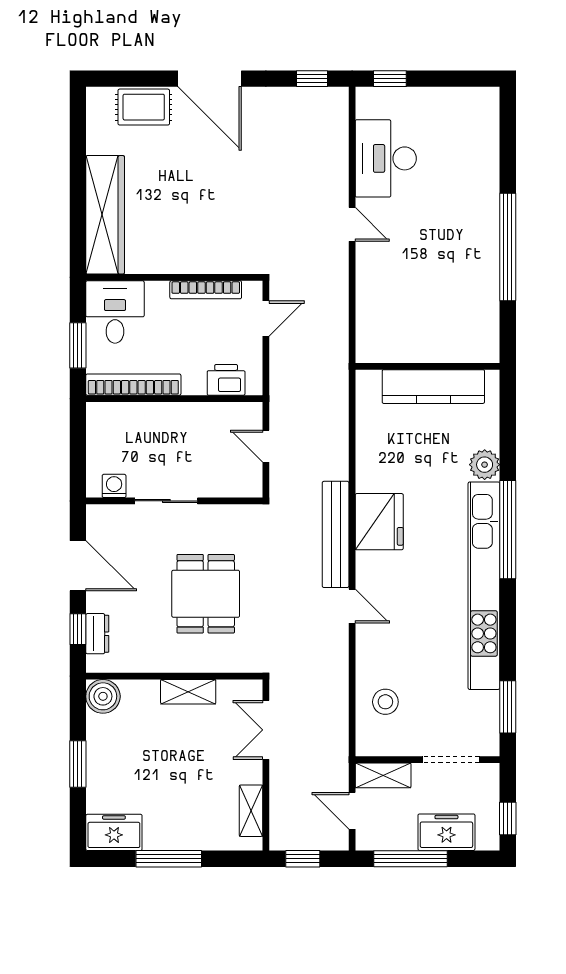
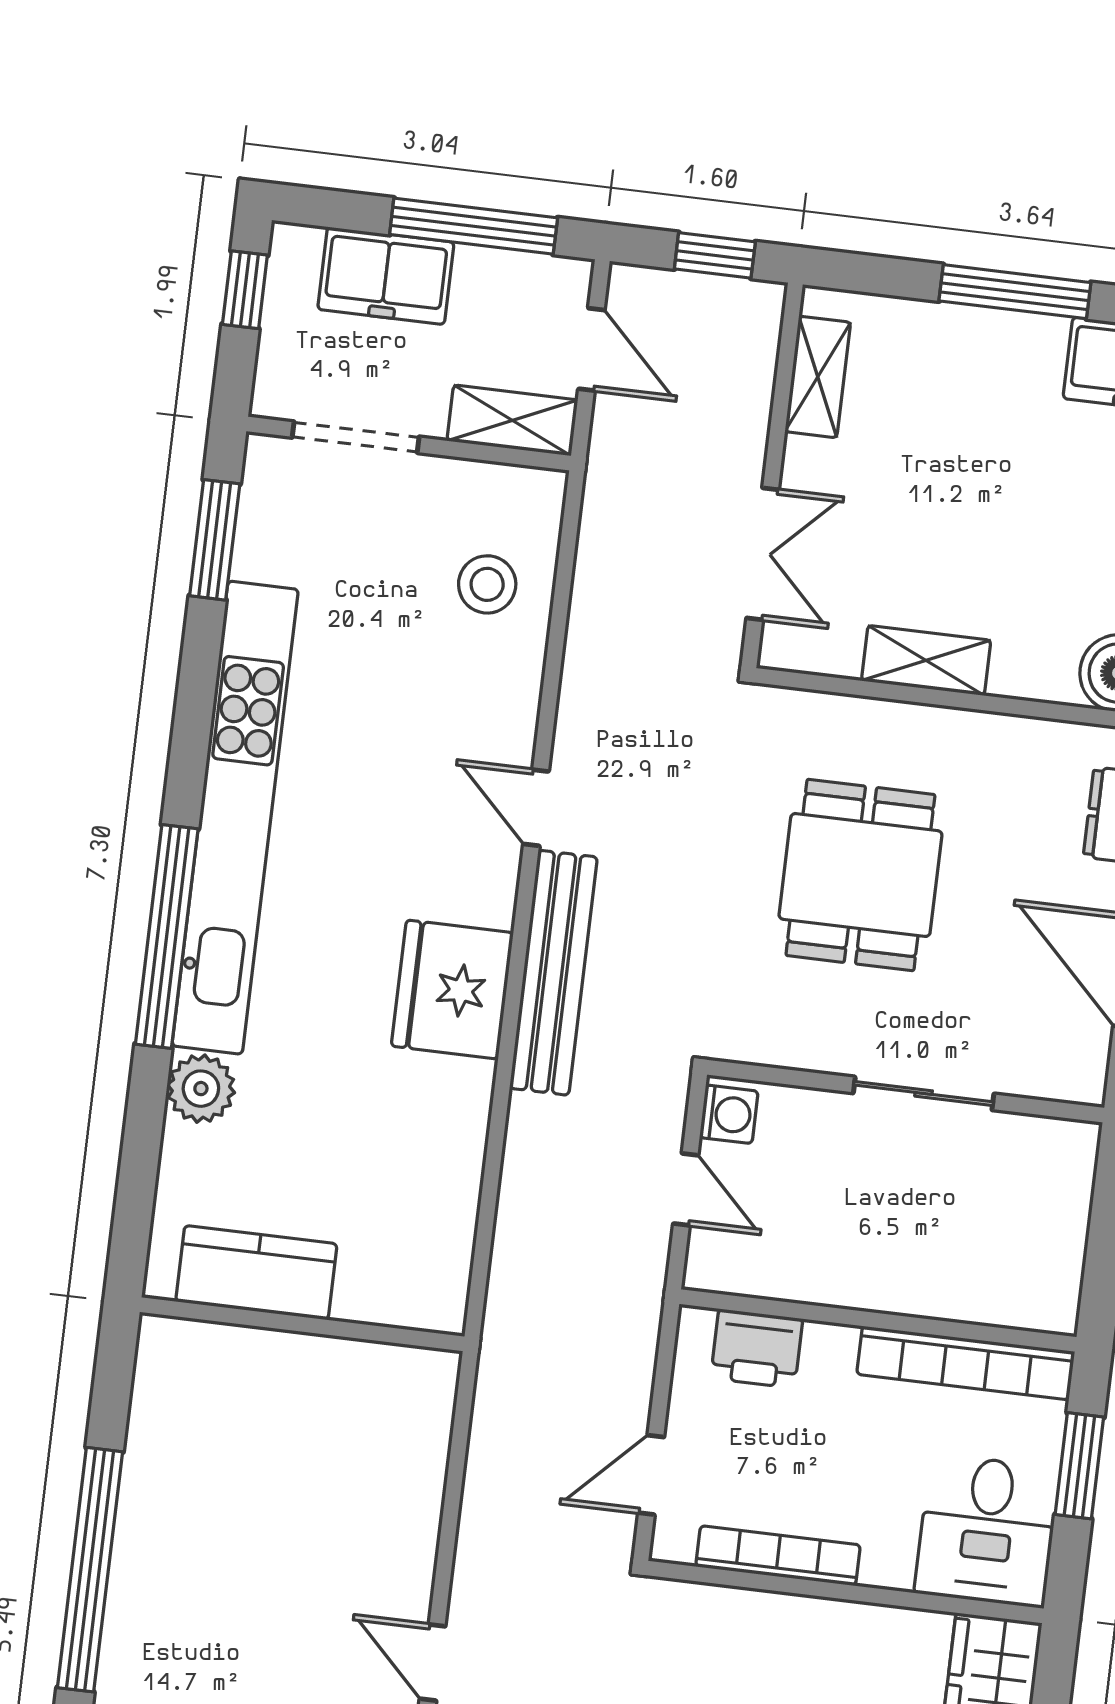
kitchen counter: (433, 387) -> (256, 1273), width x0.67
washing machine: (114, 486) -> (729, 1114), moved, turned -90

